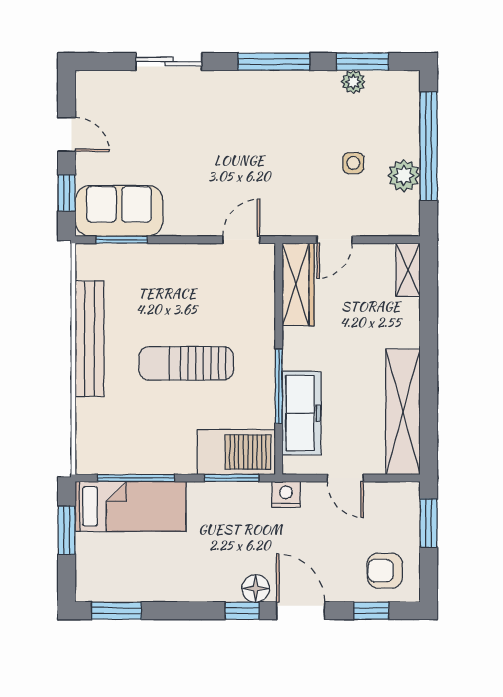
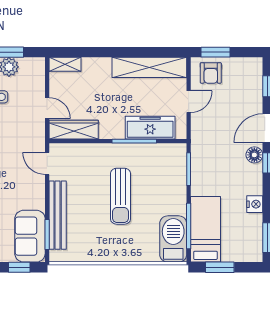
bench: (89, 339) -> (58, 215), moved, turned 90
barbecue: (236, 452) -> (173, 239), moved
nightstand: (286, 494) -> (255, 204), moved, turned 180
armchair: (385, 571) -> (211, 73), moved

